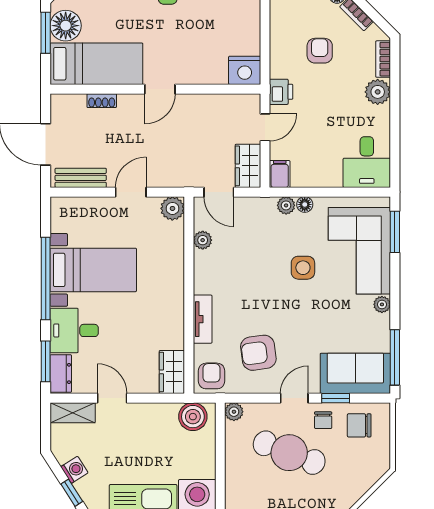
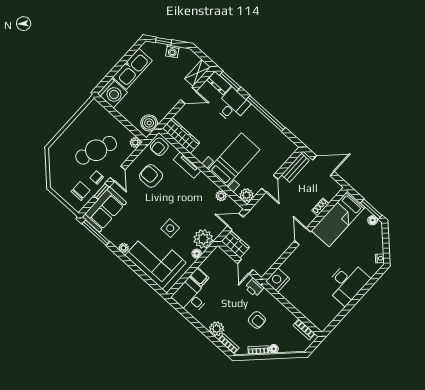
floor lamp: (66, 26) -> (373, 220), width x0.53, depth x0.53
filing cabinet: (280, 174) -> (199, 277), moved
plant: (286, 205) -> (203, 239), width x1.88, depth x1.88
window: (395, 232) -> (150, 282), removed
bed with nightstands: (93, 270) -> (234, 160), moved, turned 180
armchair: (258, 353) -> (151, 176), turned -82
wardrobe: (172, 372) -> (181, 136), width x1.50
armchair: (212, 376) -> (159, 147), turned 90

